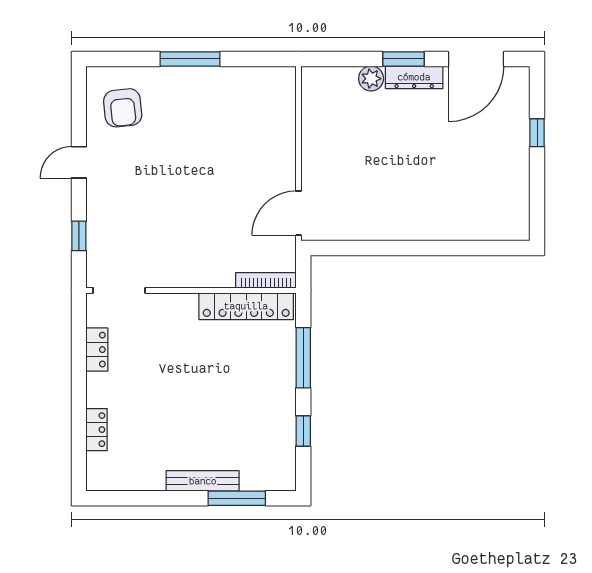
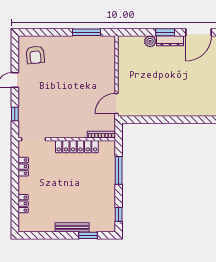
window: (190, 59) -> (86, 32), moved
locker: (246, 306) -> (77, 147), moved
window: (303, 431) -> (119, 214), moved
window: (237, 498) -> (88, 235), width x0.69

